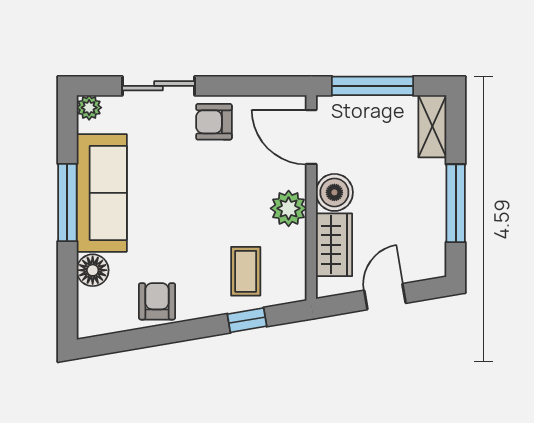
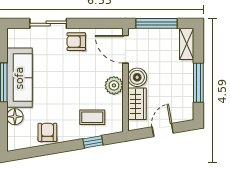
plant: (89, 108) -> (13, 34), removed
coffee table: (246, 271) -> (92, 117), turned 90

